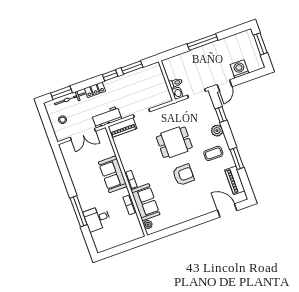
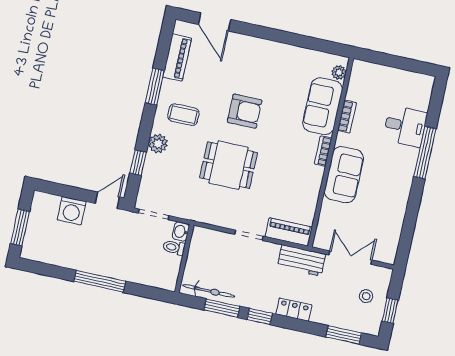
bicycle: (70, 99) -> (209, 291), moved
window: (46, 120) -> (390, 311), added
armchair: (183, 175) -> (245, 111), turned 180

